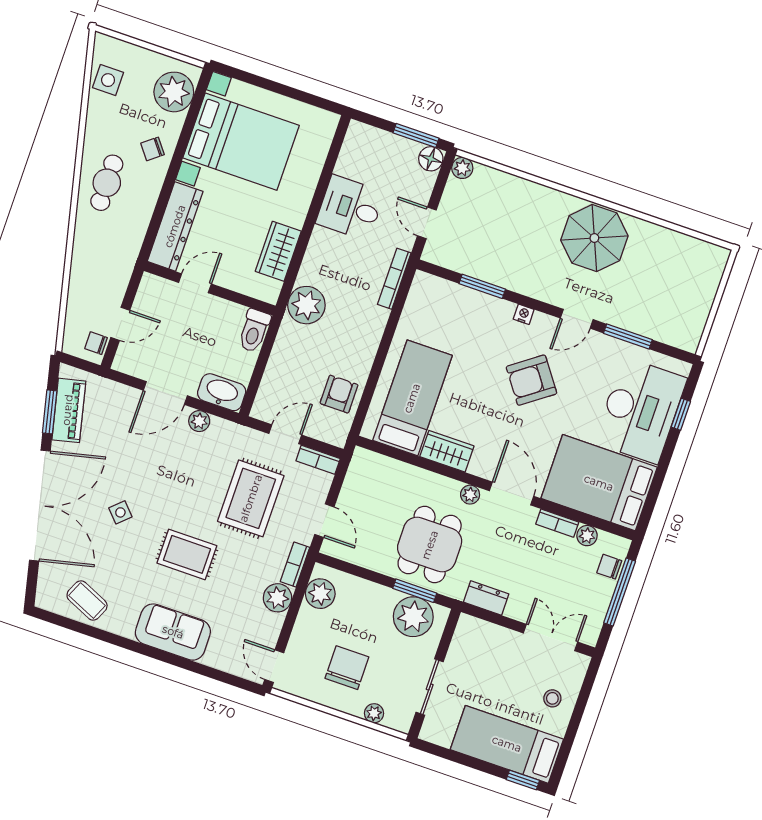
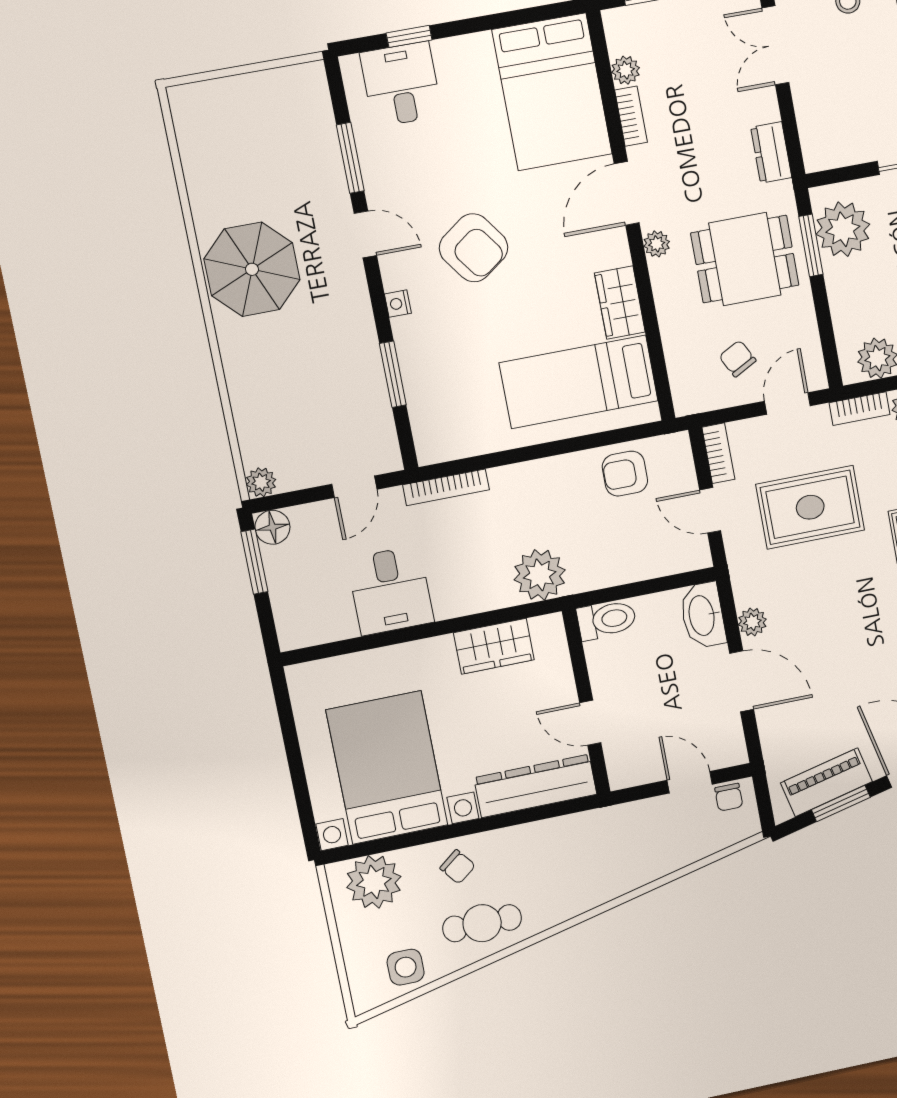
cafe table: (107, 183) -> (482, 923), moved
desk: (640, 410) -> (401, 84), width x0.53, depth x0.77
chair: (609, 567) -> (738, 359), moved, turned 152

